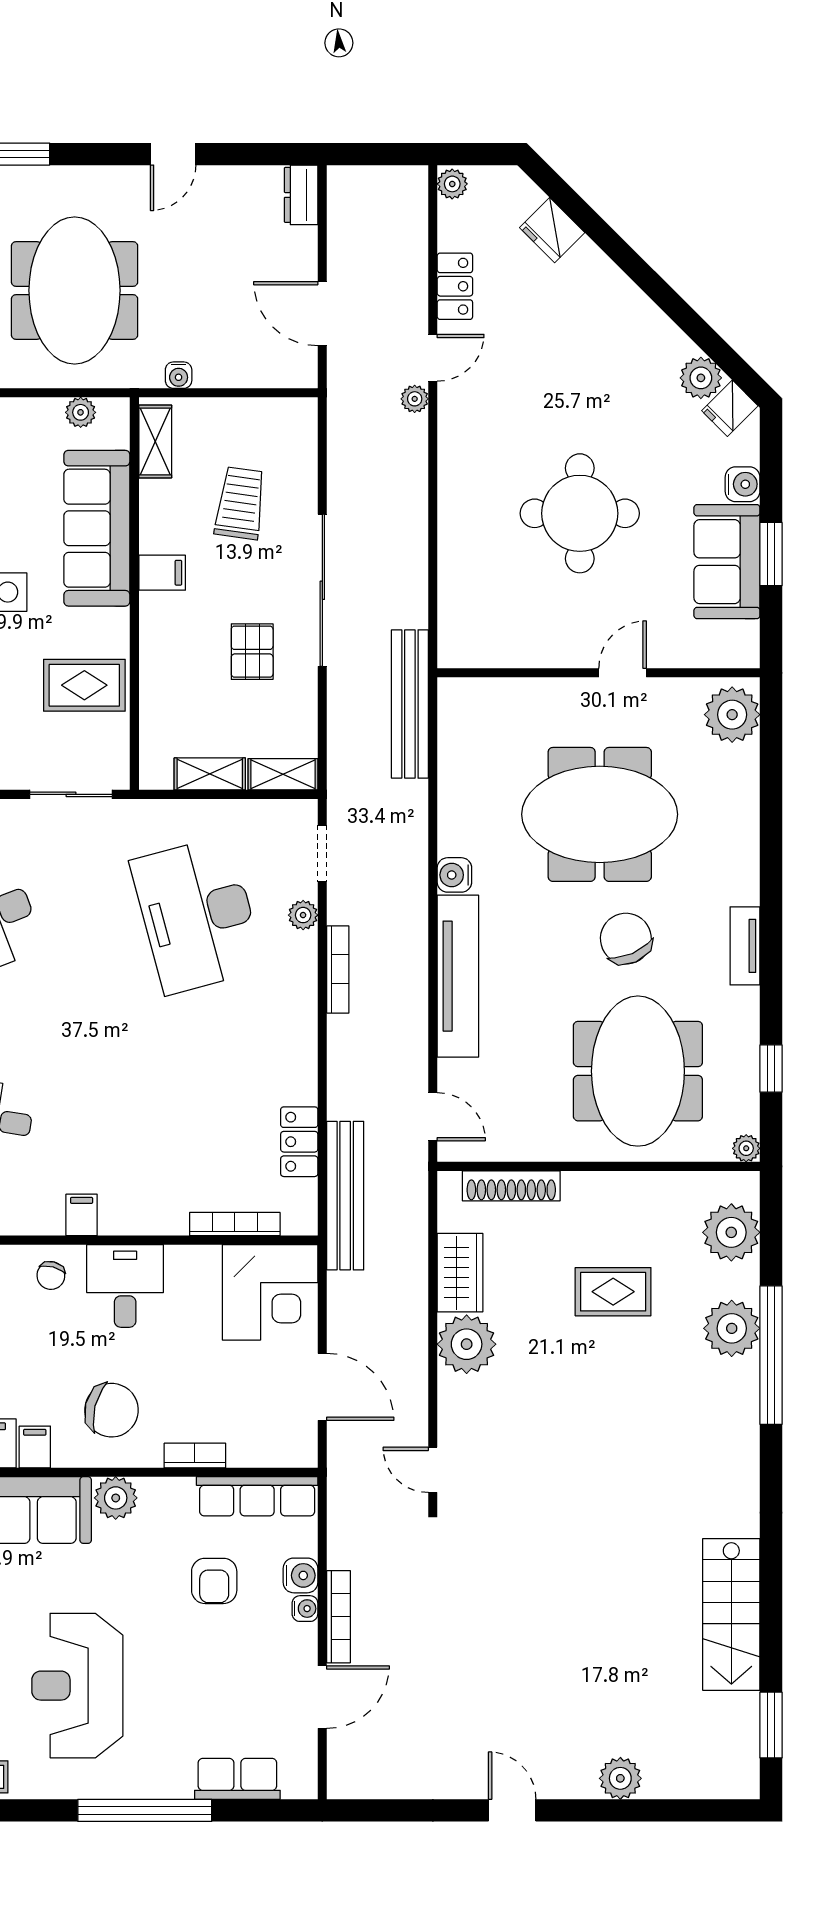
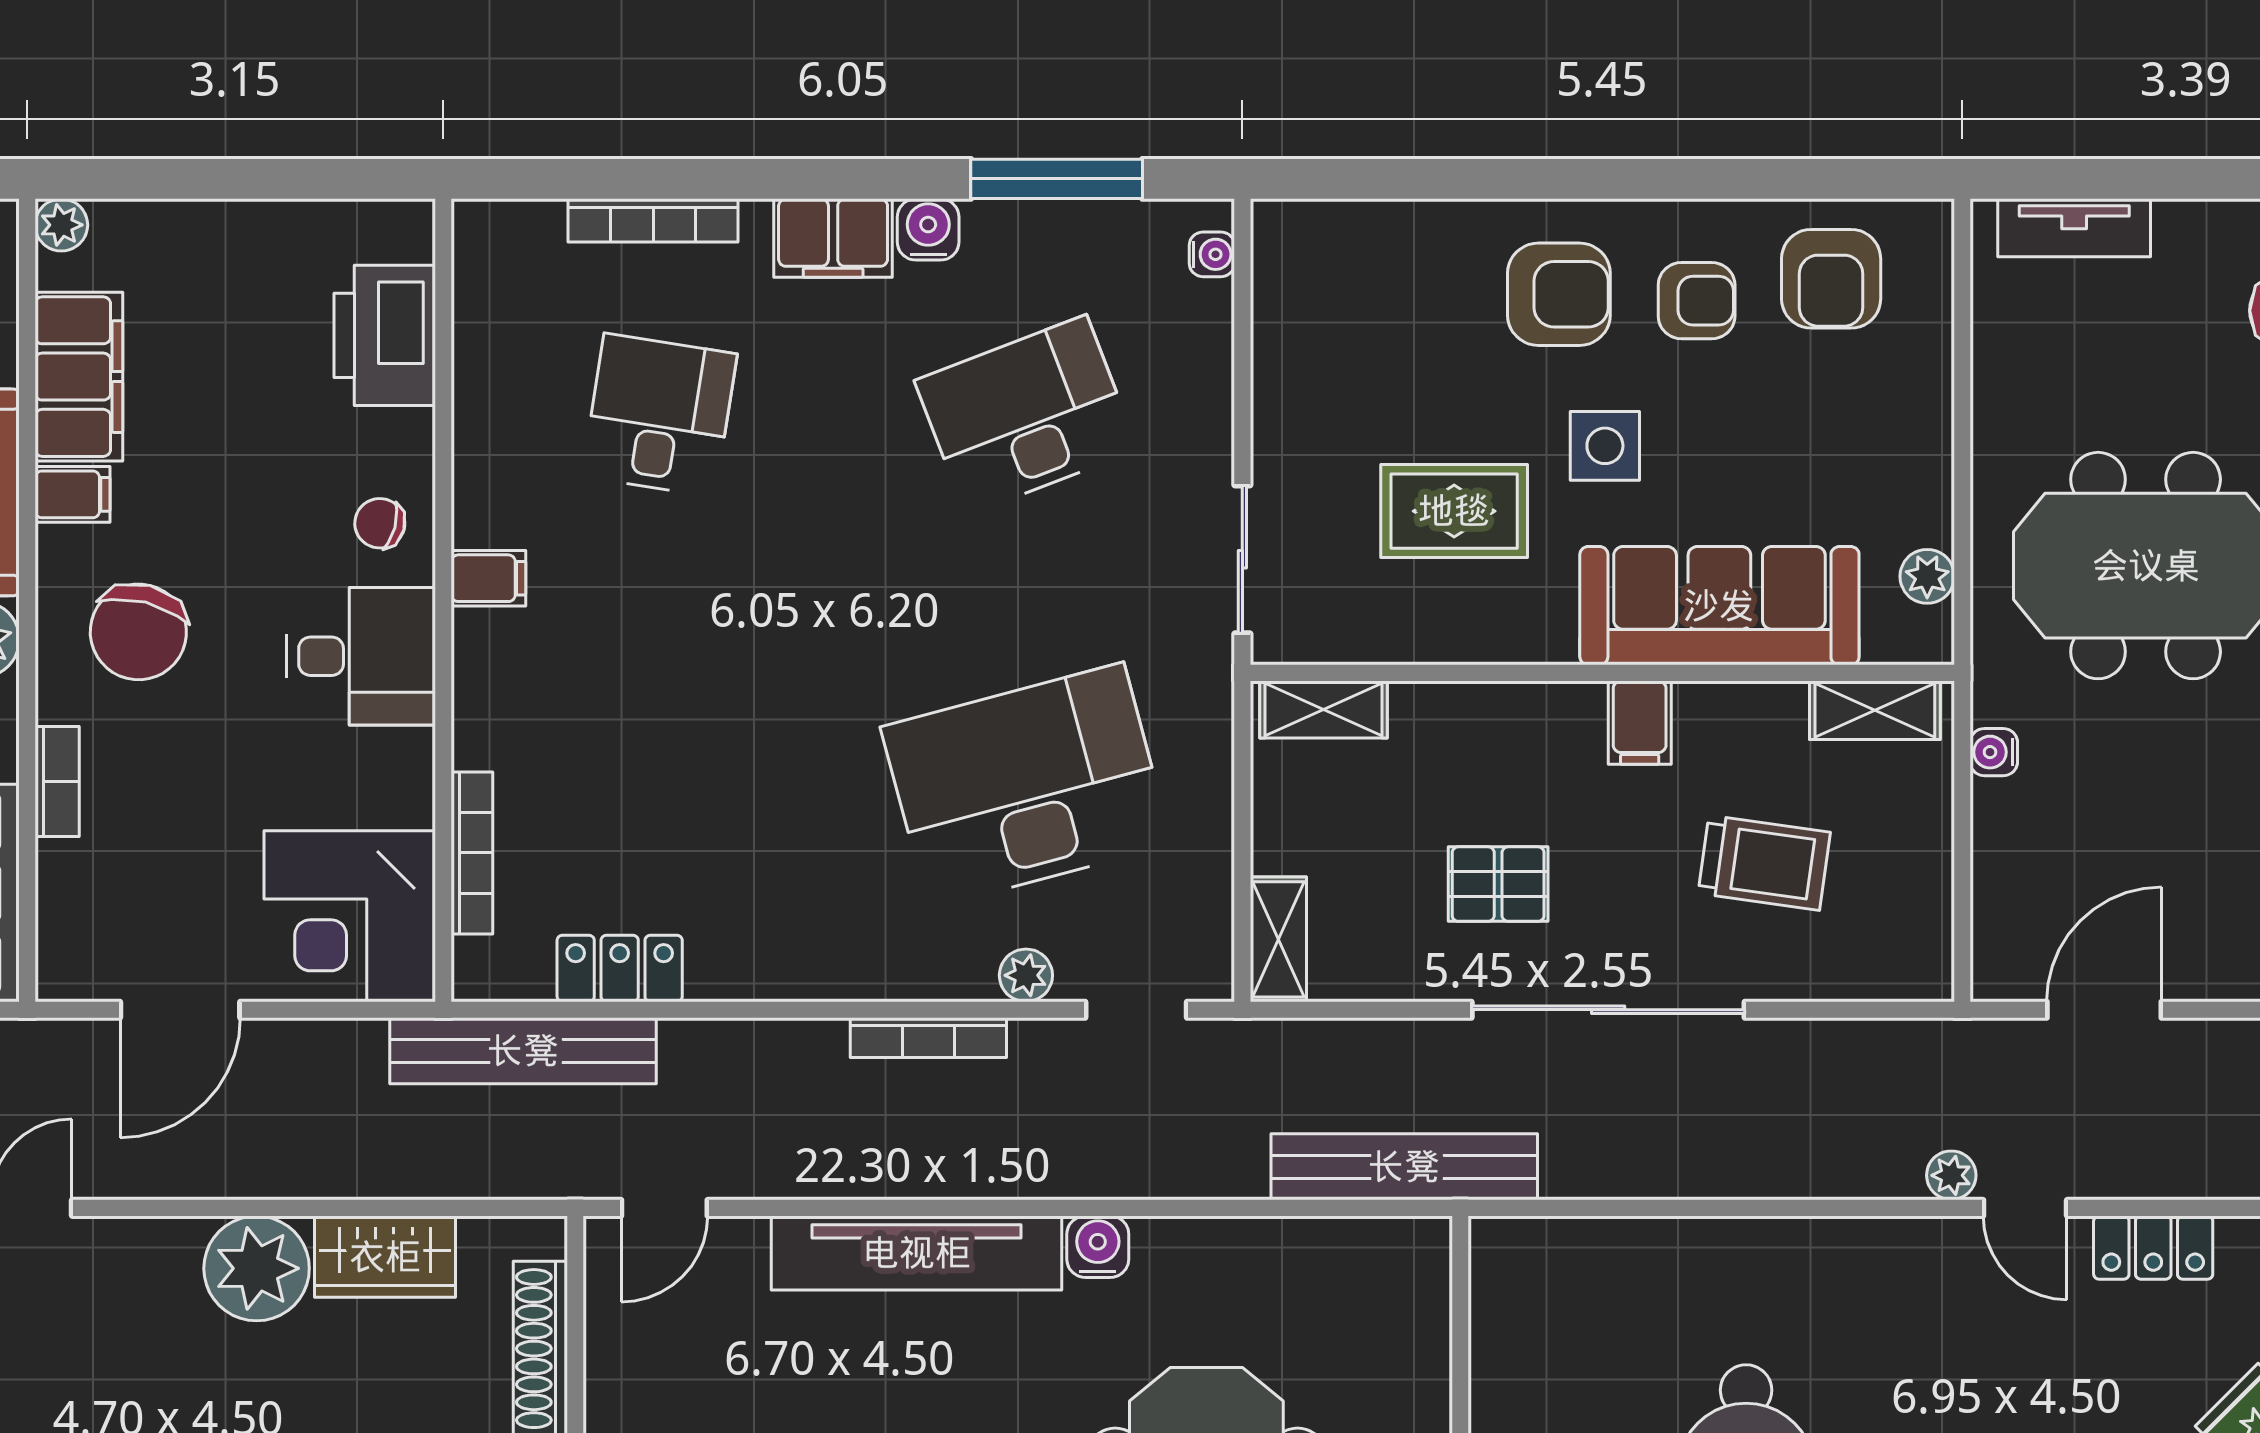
rug: (84, 685) -> (1454, 511), moved, turned 90
shelving: (210, 774) -> (1324, 709), moved, turned 90

